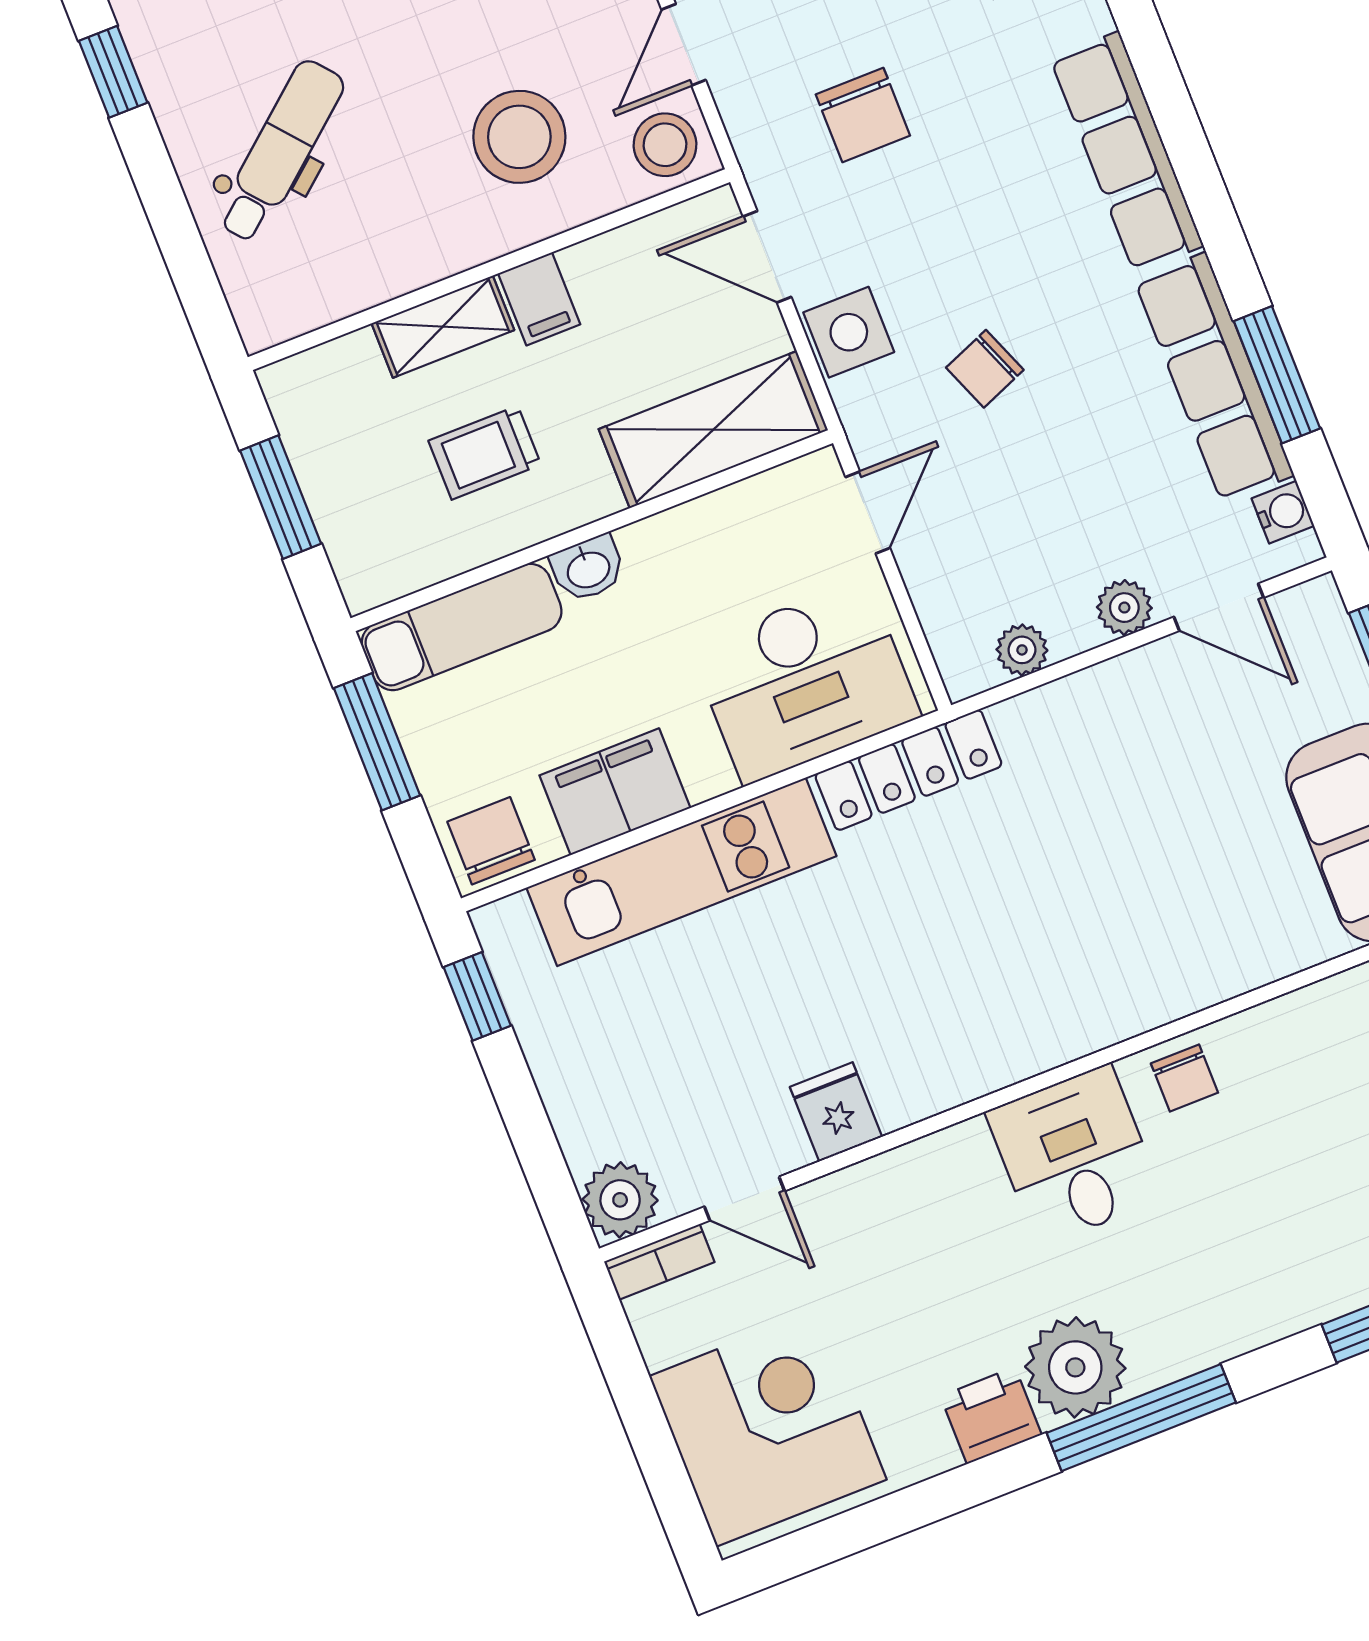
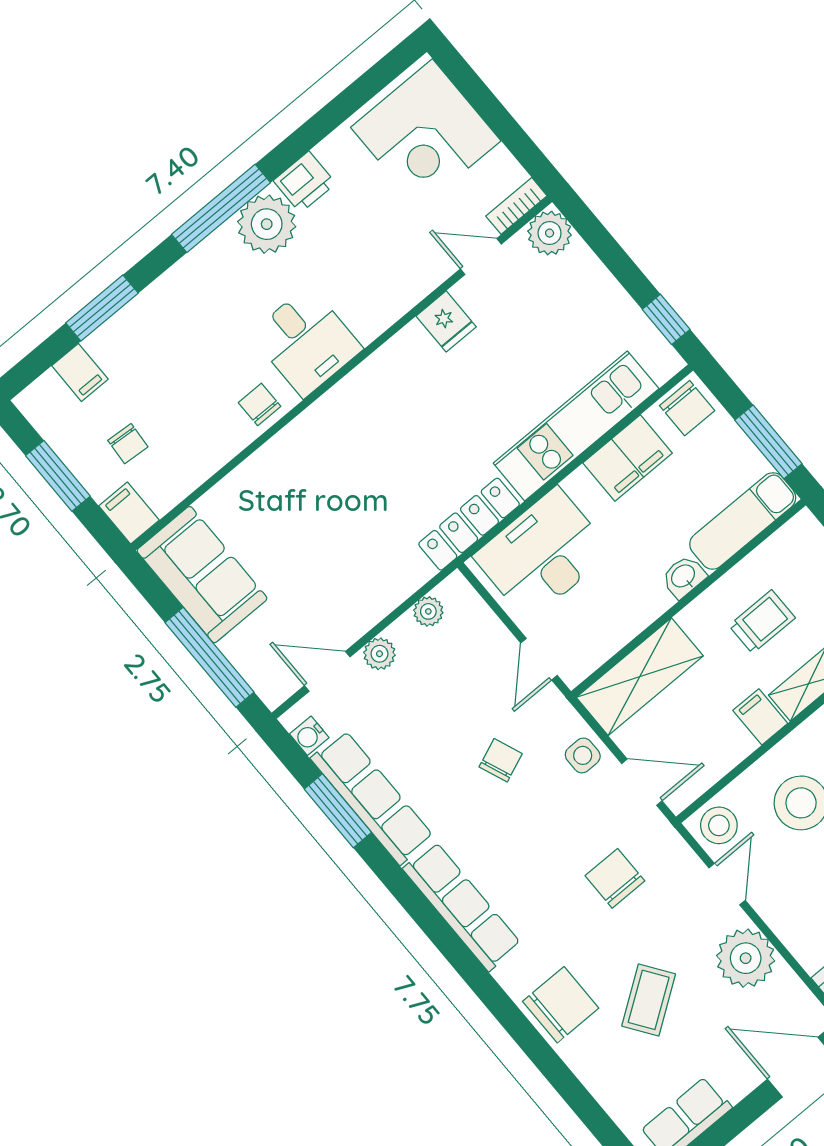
side table: (849, 332) -> (583, 755), width x0.73, depth x0.73

